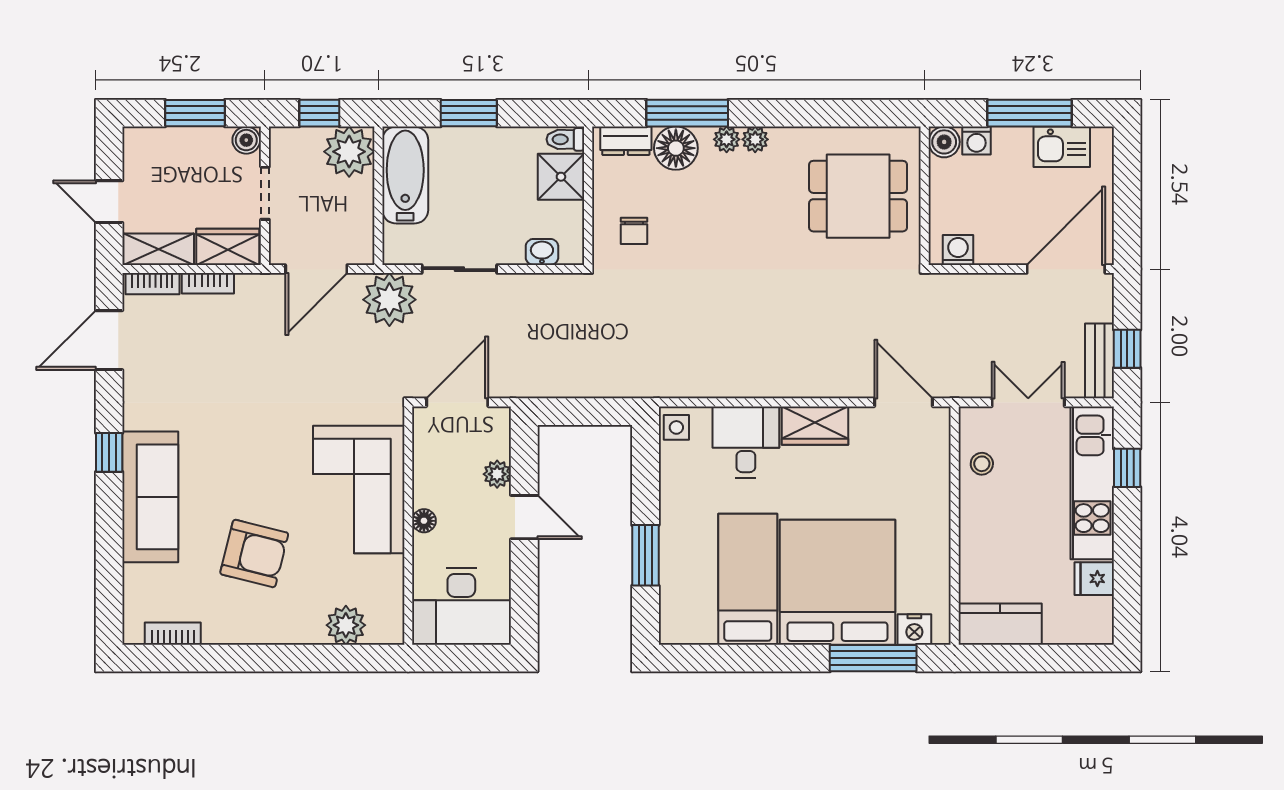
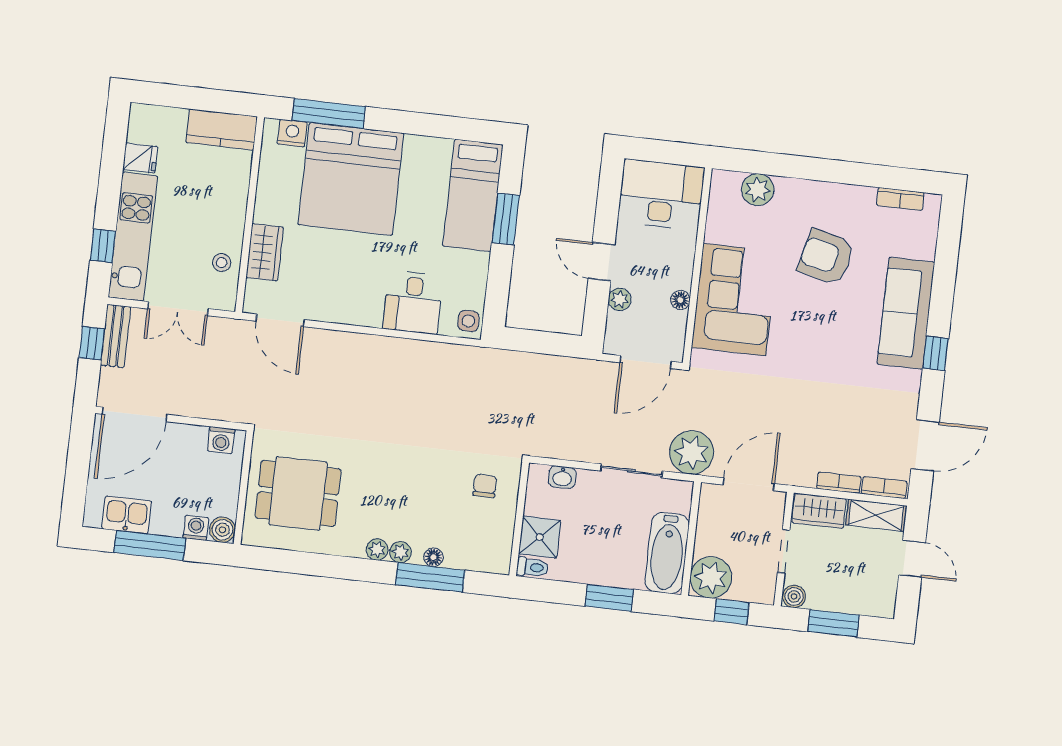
dresser: (626, 141) -> (483, 560), removed
floor lamp: (676, 148) -> (433, 557), width x0.53, depth x0.53
wardrobe: (815, 426) -> (265, 252), moved, turned 90
floor lamp: (424, 521) -> (680, 300), moved
bed: (748, 579) -> (473, 195), moved

